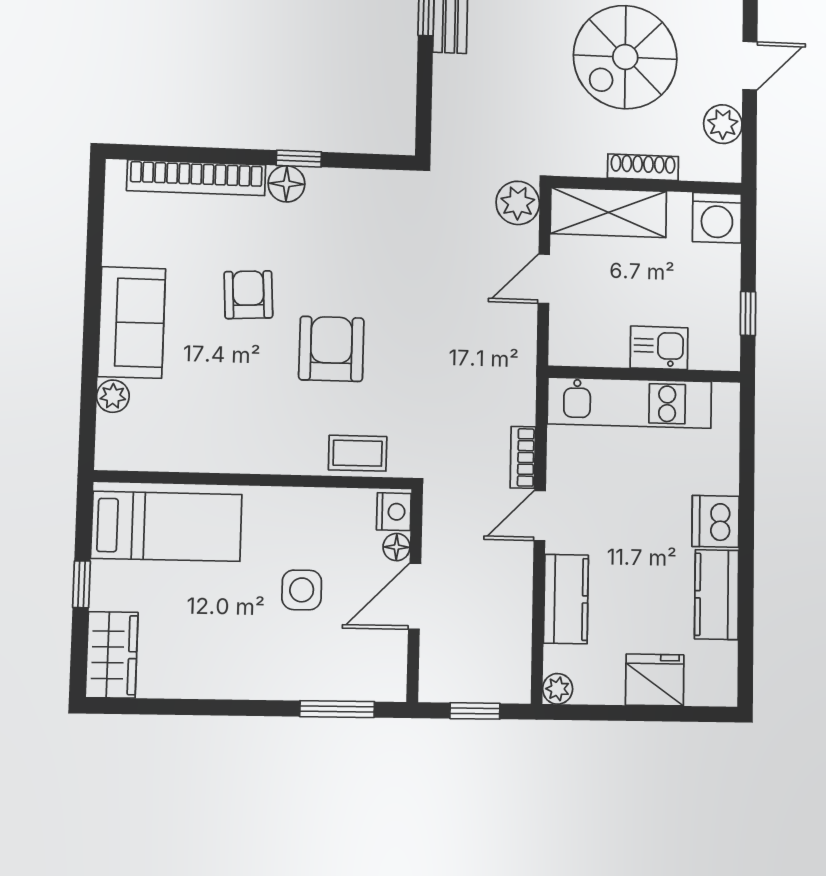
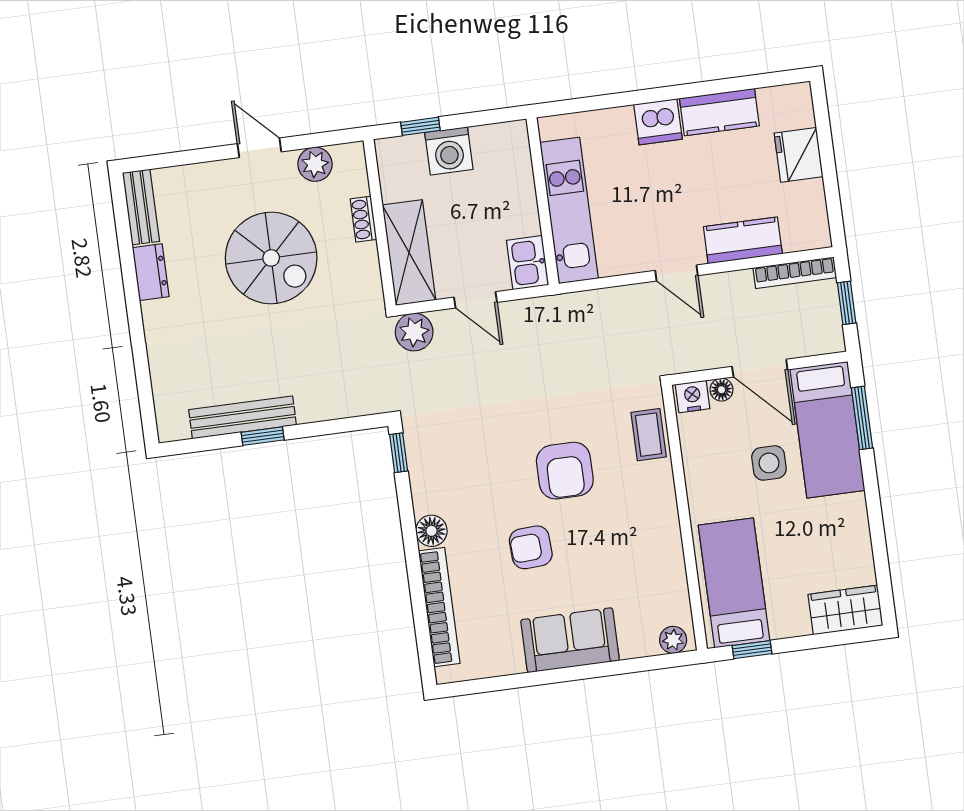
window: (299, 159) -> (399, 453), moved
shoe rack: (643, 167) -> (363, 219), width x0.70
washing machine: (717, 218) -> (449, 151), moved, turned 90
window: (748, 314) -> (420, 126), moved
kitchen sink: (659, 348) -> (528, 263), moved
armchair: (331, 349) -> (565, 471), turned -90
plant: (113, 396) -> (673, 640), moved
bookcase: (523, 457) -> (795, 273), moved, width x1.56
window: (81, 584) -> (752, 650), moved
bed: (330, 666) -> (827, 430), added
plant: (558, 689) -> (818, 236), removed

